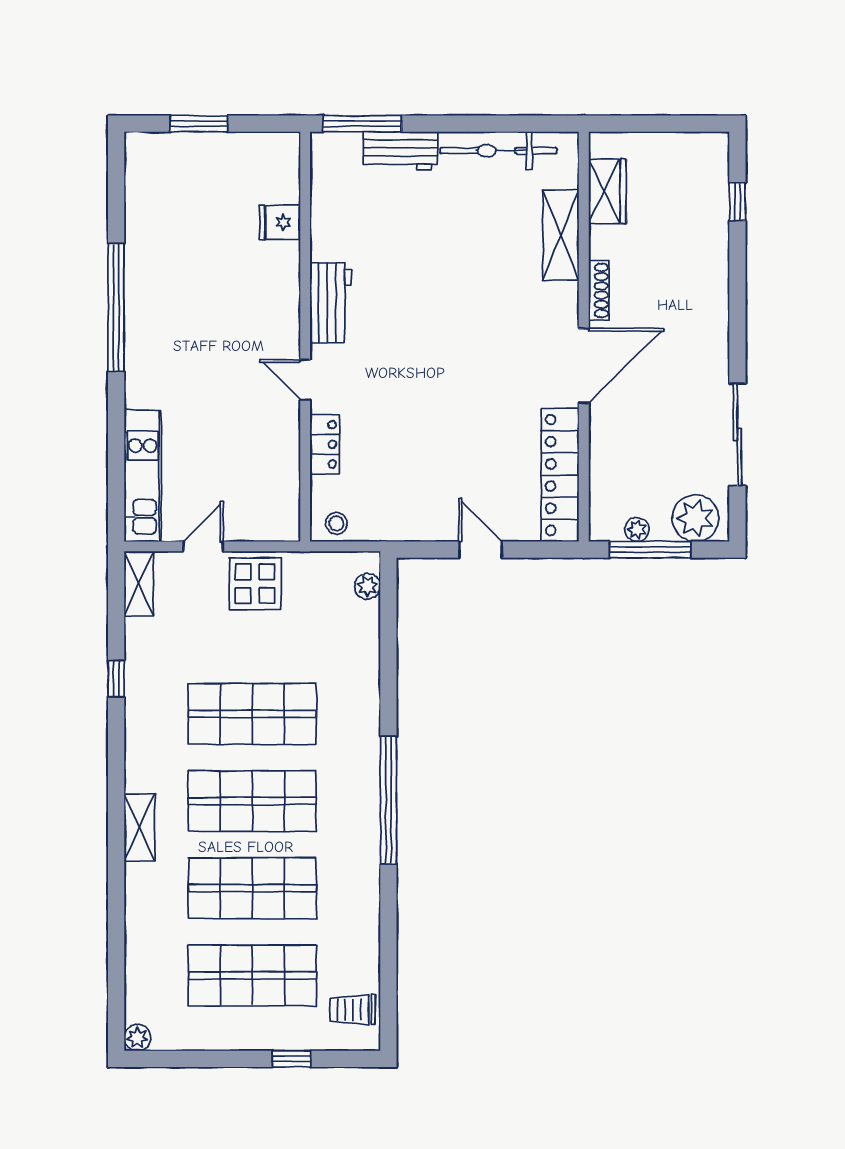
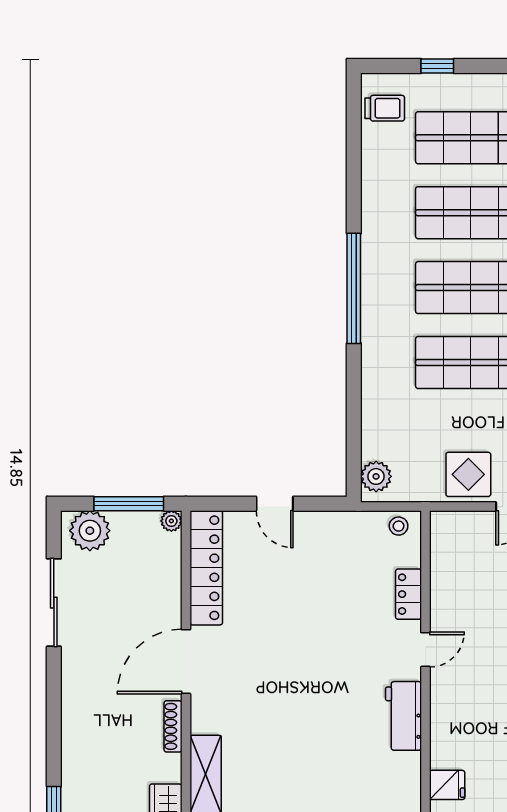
door: (305, 380) -> (425, 650), hinge flipped
plant: (637, 529) -> (171, 521), moved
plant: (367, 586) -> (376, 476), width x1.38, depth x1.38

